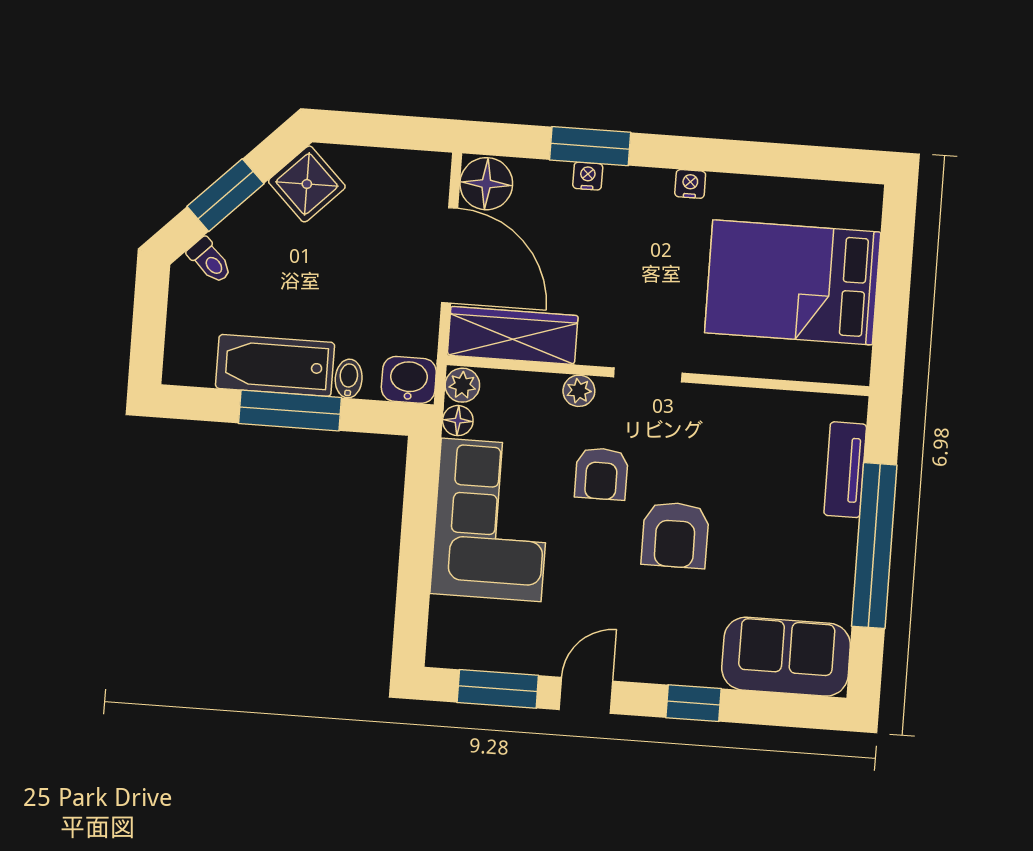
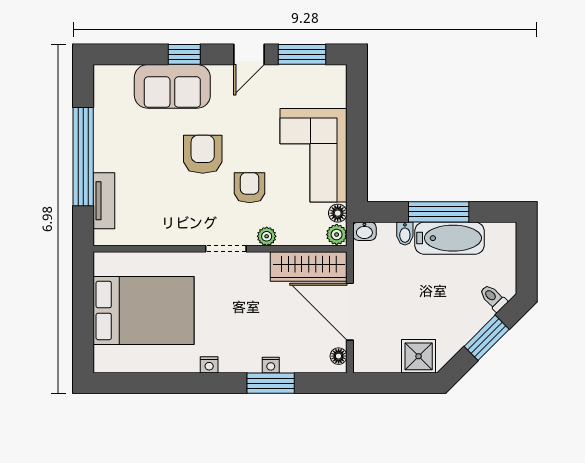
shower: (307, 184) -> (419, 356), moved, turned 45
floor lamp: (486, 184) -> (339, 356), width x0.53, depth x0.53
washbasin: (409, 380) -> (364, 231), width x0.72, depth x0.69
sofa: (786, 657) -> (172, 86), moved

